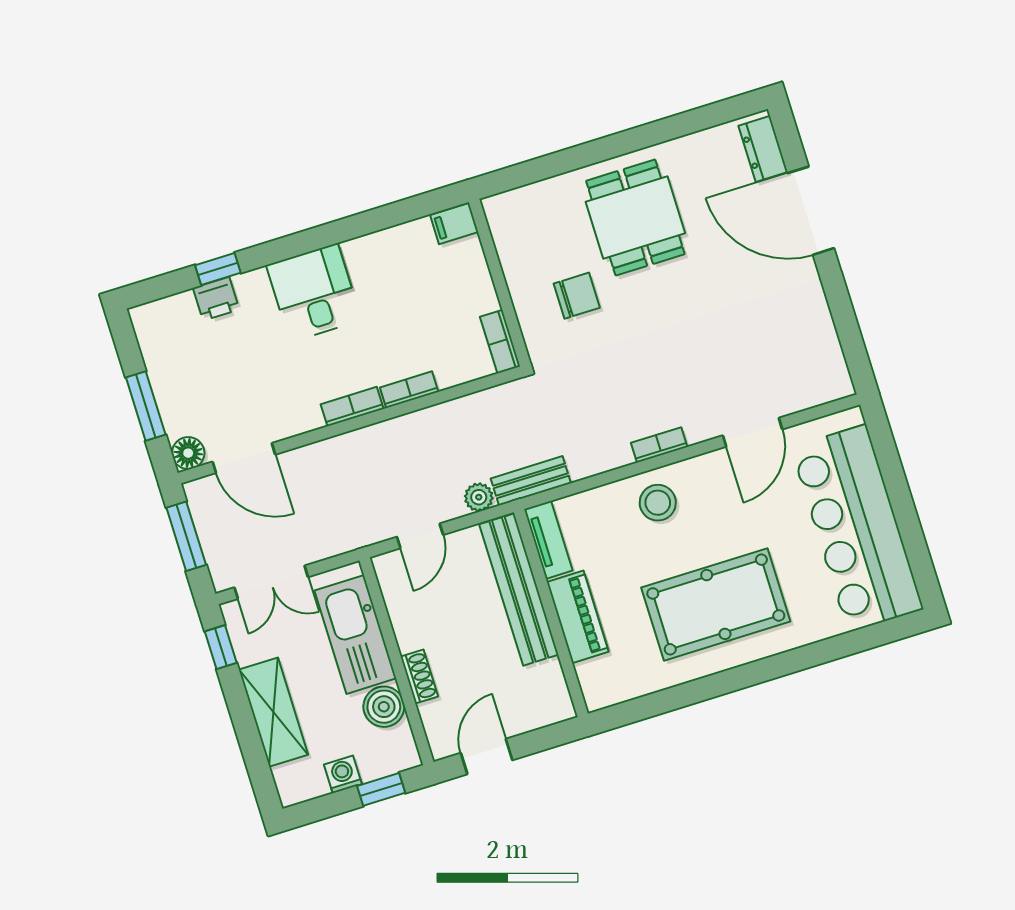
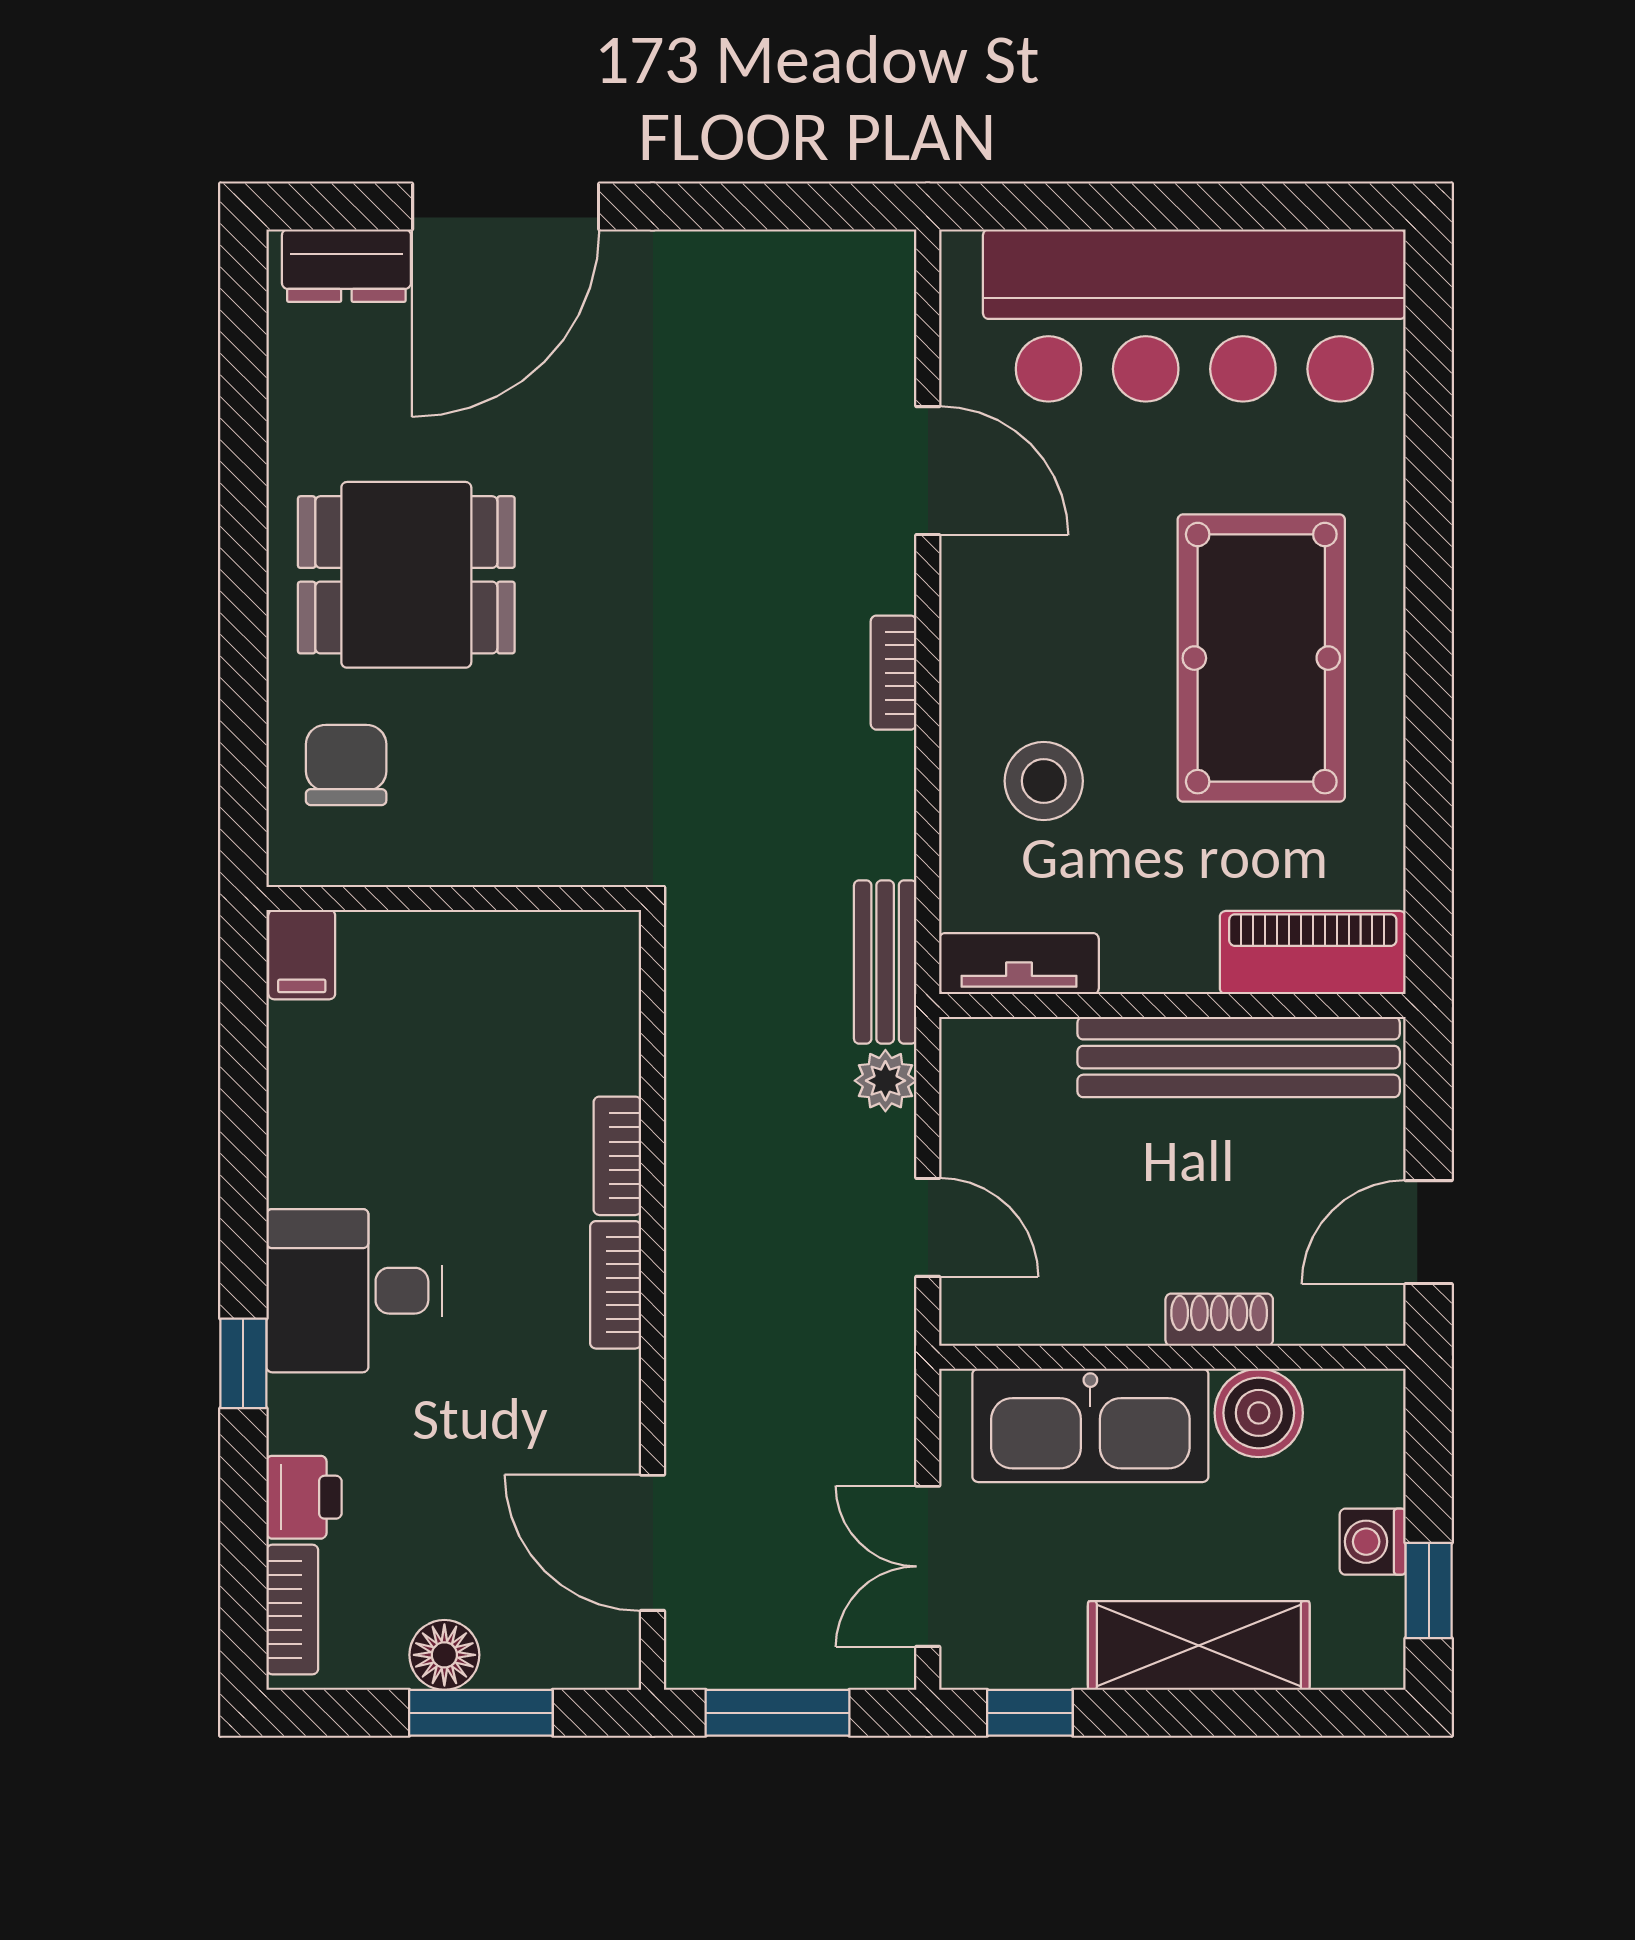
window: (218, 269) -> (243, 1363), moved
chair: (577, 296) -> (346, 765), moved
bookcase: (500, 342) -> (292, 1610), moved, turned -90
floor lamp: (188, 453) -> (444, 1655), moved
door: (244, 458) -> (653, 1543), swing flipped
stool: (658, 503) -> (1044, 781), moved
double door: (271, 582) -> (928, 1566), swing flipped
bench: (519, 589) -> (1239, 1057), moved
piano: (578, 617) -> (1313, 953), moved
door: (487, 757) -> (1429, 1232), hinge flipped
window: (381, 789) -> (1429, 1591), moved

